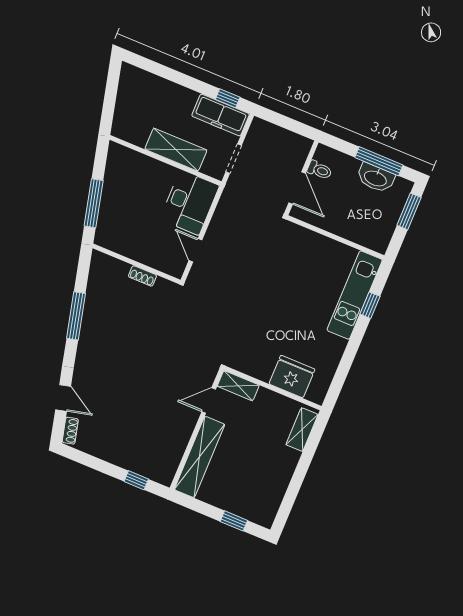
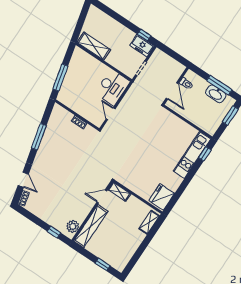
freezer: (221, 115) -> (142, 46), width x0.71
shelving: (176, 150) -> (94, 46), moved
window: (370, 305) -> (205, 154), moved
fridge: (292, 377) -> (162, 197), moved, turned -90
plant: (168, 464) -> (73, 226), added

